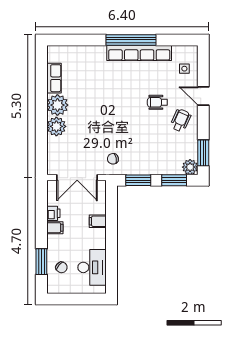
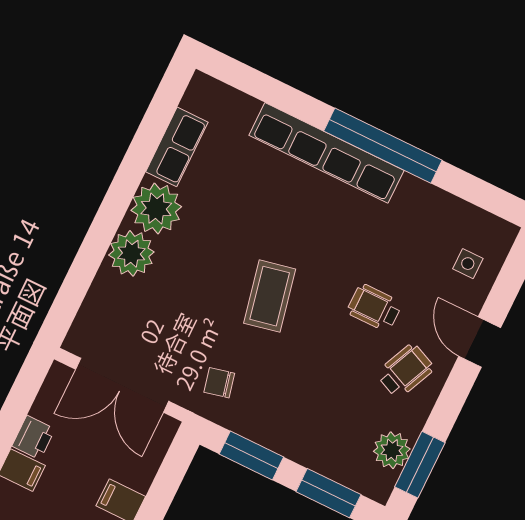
row of seats: (139, 53) -> (326, 153), moved
coffee table: (116, 117) -> (270, 296), added
plant: (190, 167) -> (392, 450), moved

